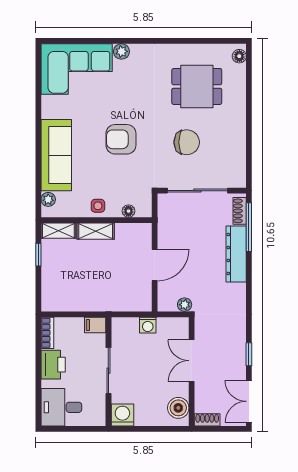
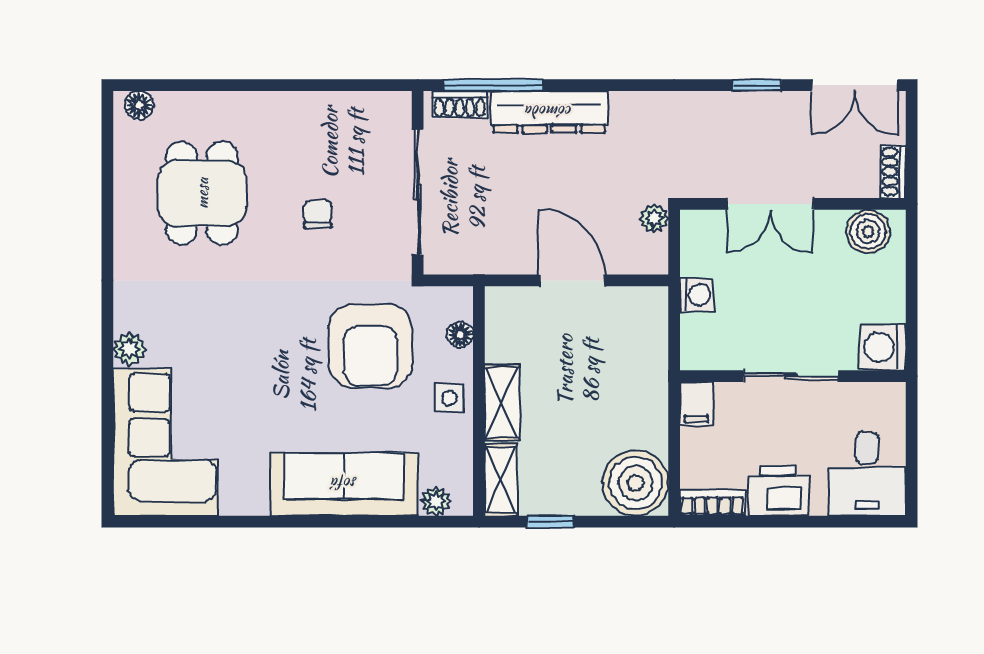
armchair: (121, 139) -> (370, 346), moved, width x1.36, depth x1.36
chair: (187, 142) -> (318, 214), width x0.54, depth x0.54
boiler: (57, 296) -> (636, 483), added

